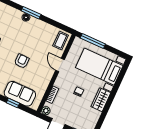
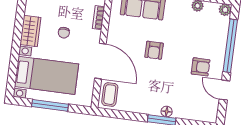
window: (93, 41) -> (50, 105), moved
door: (60, 65) -> (100, 61), width x1.87

